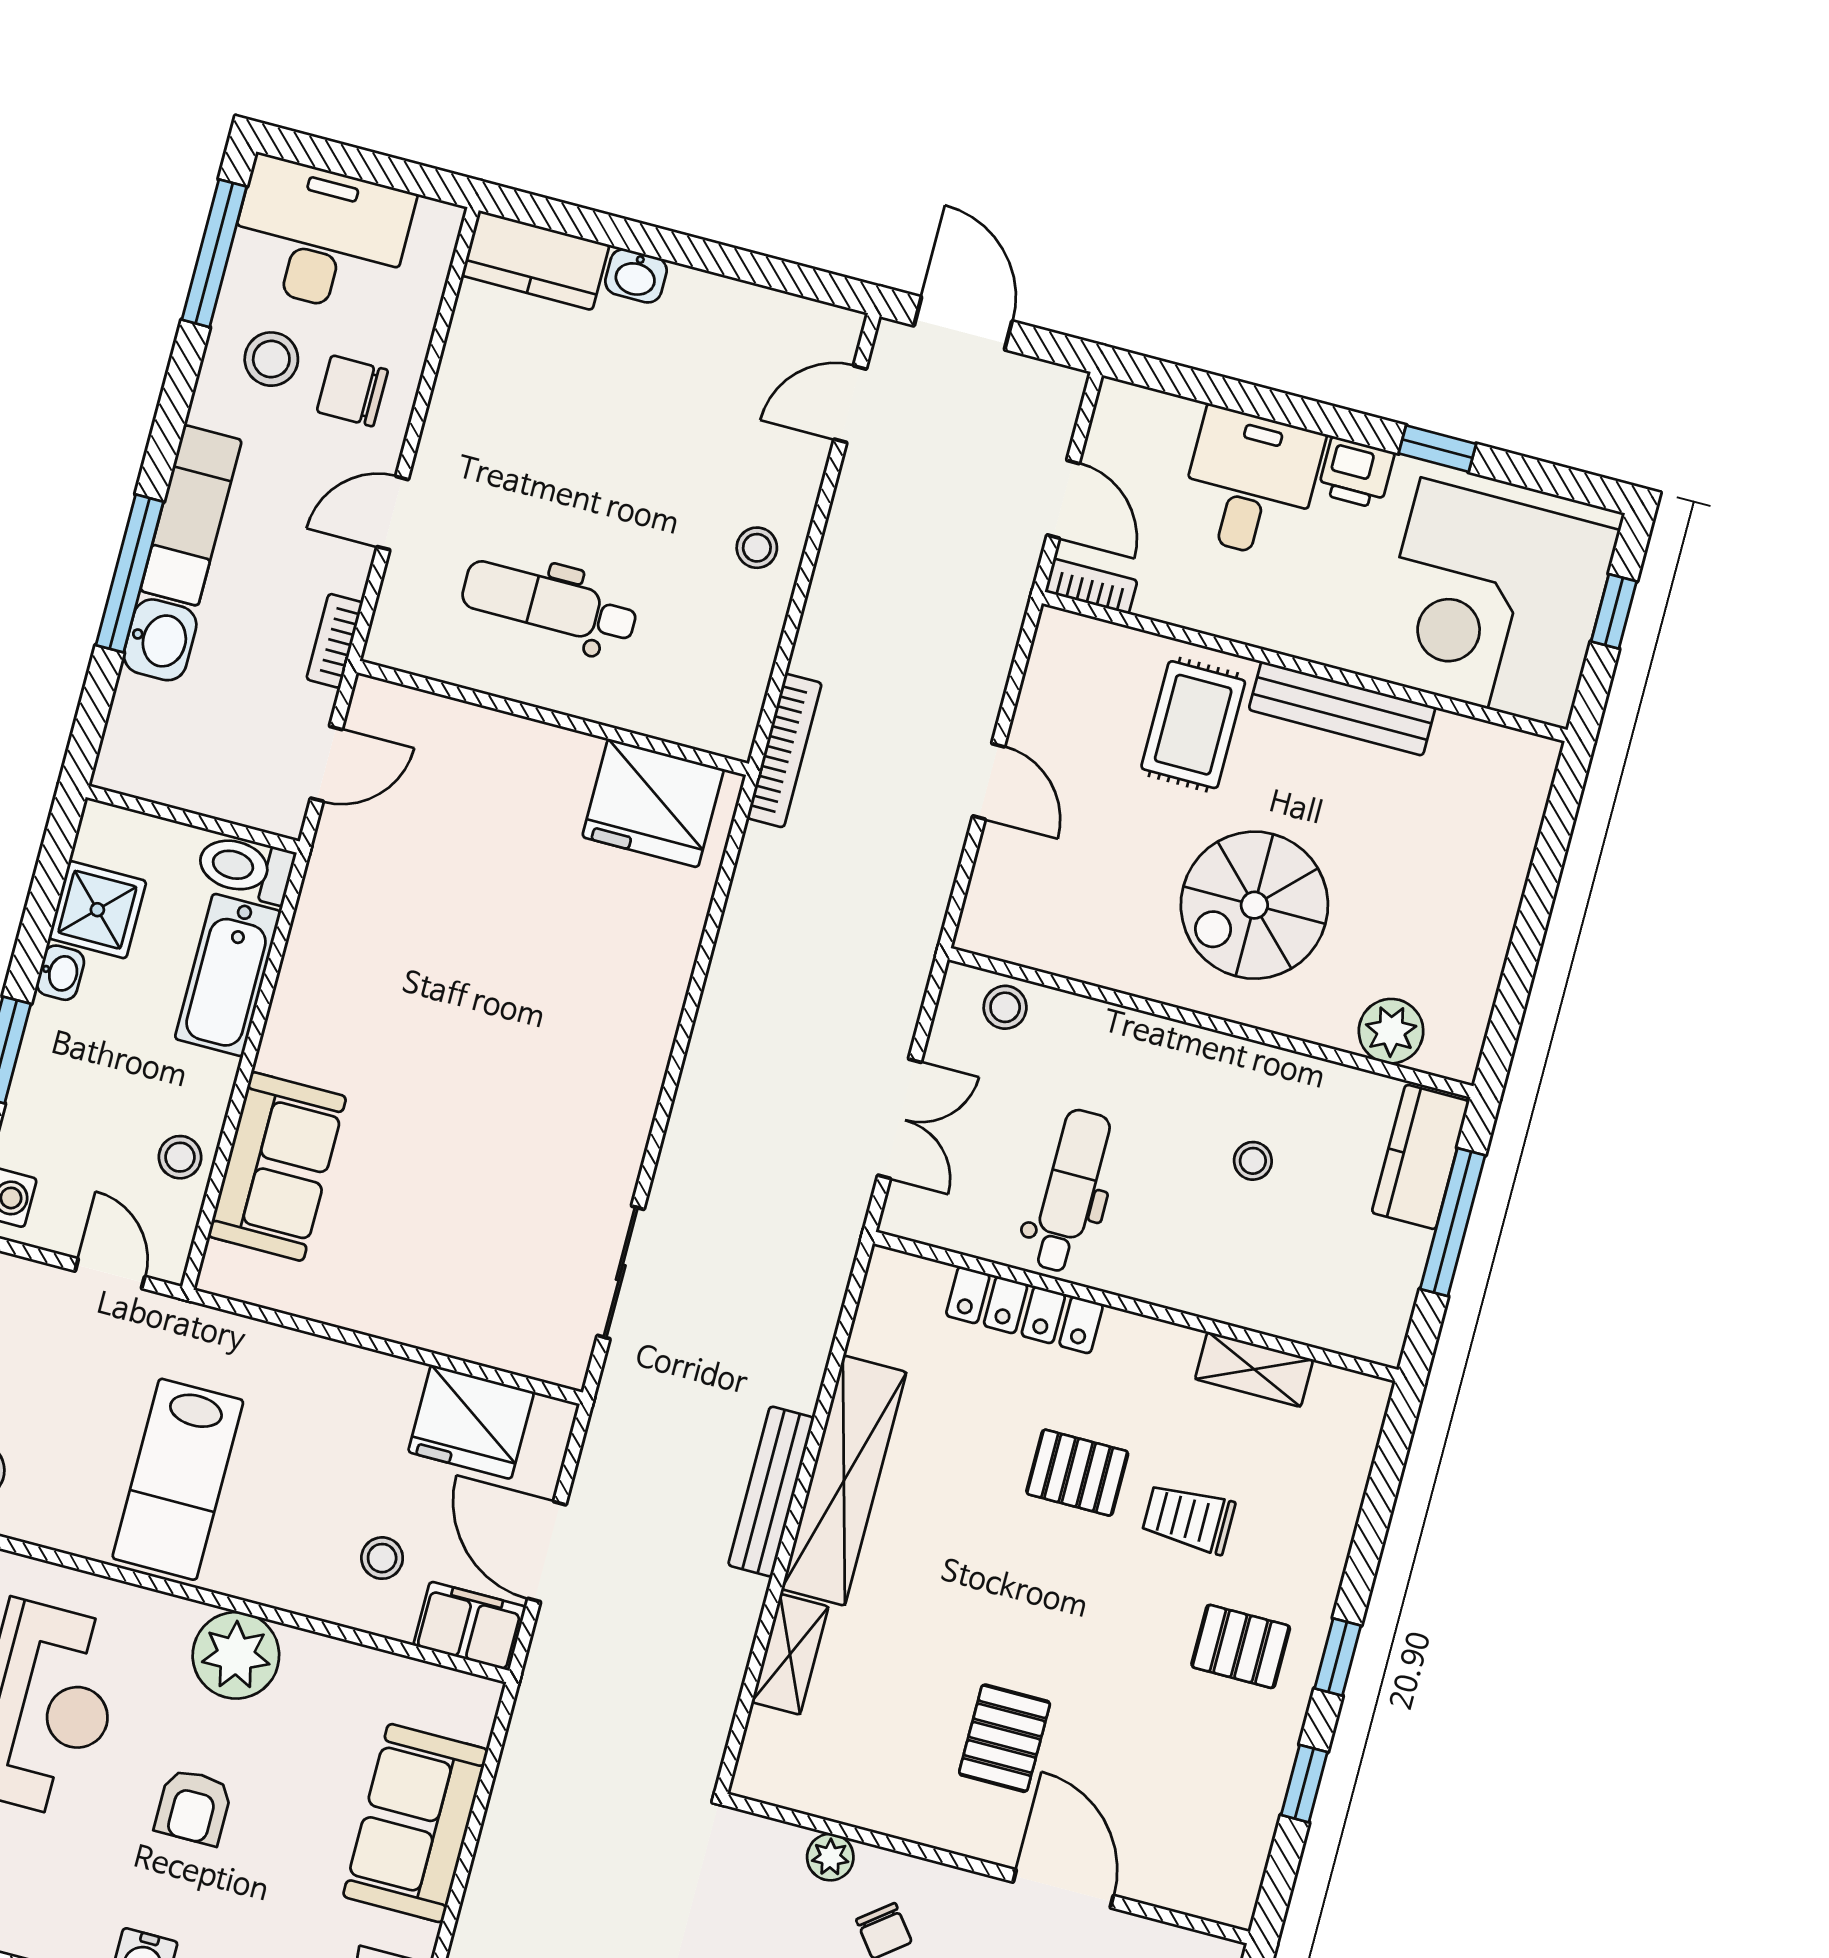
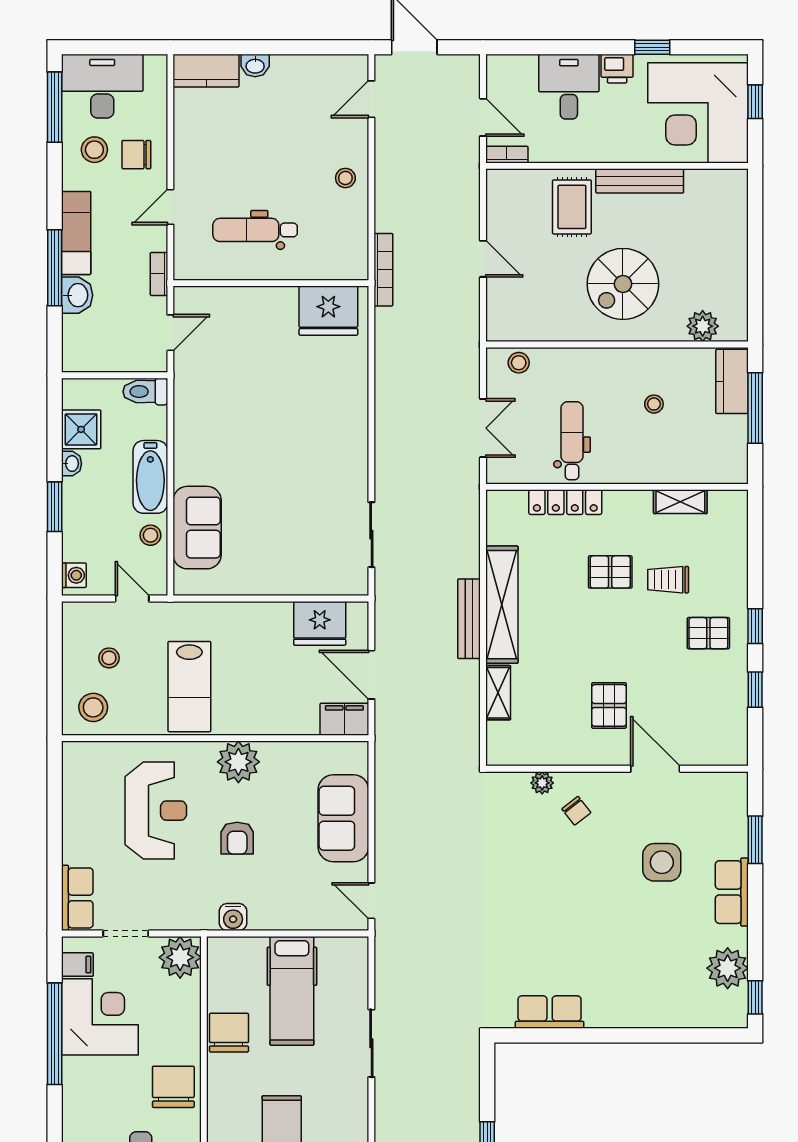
bathtub: (228, 975) -> (150, 477), moved
stool: (382, 1558) -> (109, 658), moved

